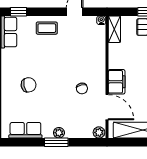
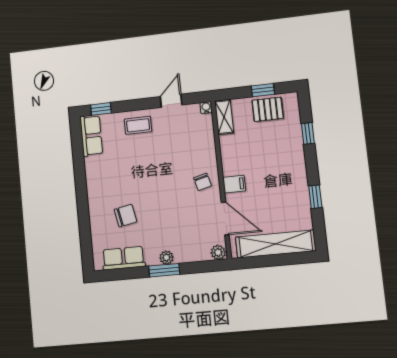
filing cabinet: (117, 82) -> (234, 184), width x0.50
chair: (29, 85) -> (125, 216), moved
chair: (82, 88) -> (203, 182), moved

